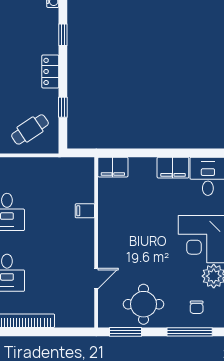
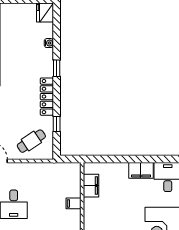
locker: (50, 71) -> (47, 97), width x1.53
filing cabinet: (113, 167) -> (91, 186), moved, turned -90

